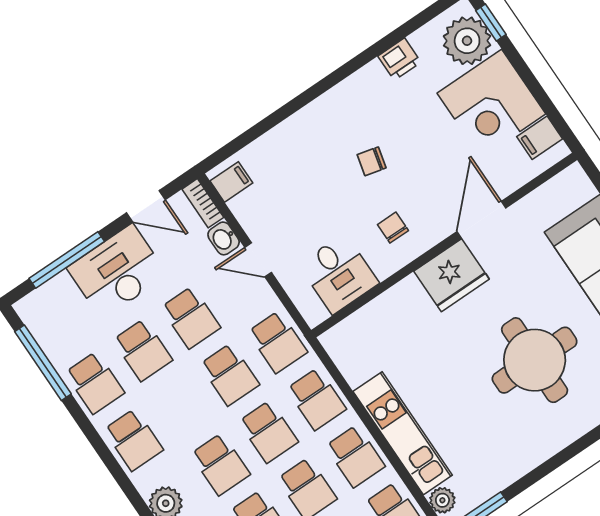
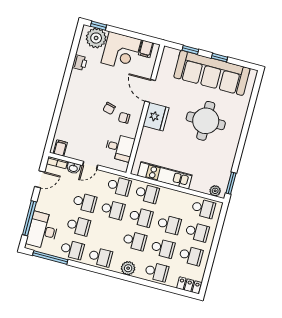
chair: (372, 161) -> (109, 108), moved
desk: (117, 271) -> (43, 231), moved
kitchen unit: (403, 433) -> (165, 175), moved
school desk: (355, 456) -> (175, 201), removed

